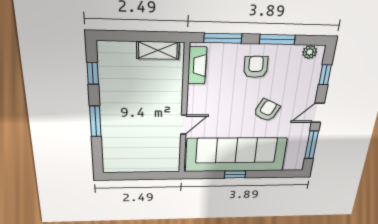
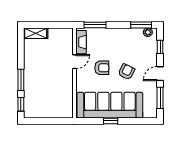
window: (277, 39) -> (141, 25), moved
shelving: (158, 50) -> (36, 33), moved
armchair: (256, 67) -> (102, 68), moved, turned 92
window: (93, 73) -> (21, 104), moved
door: (184, 125) -> (75, 62), moved

